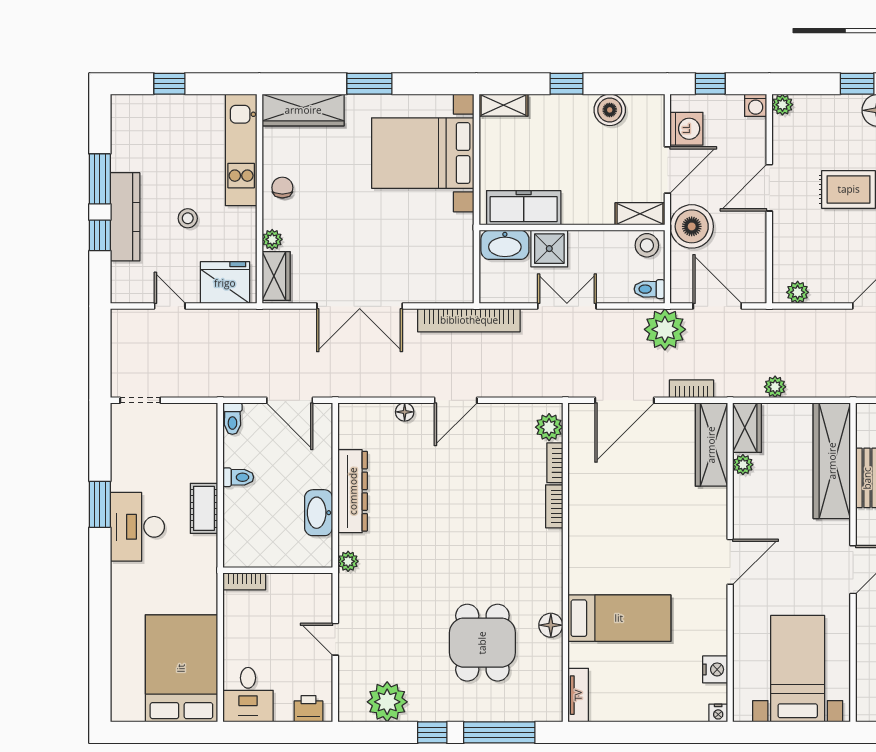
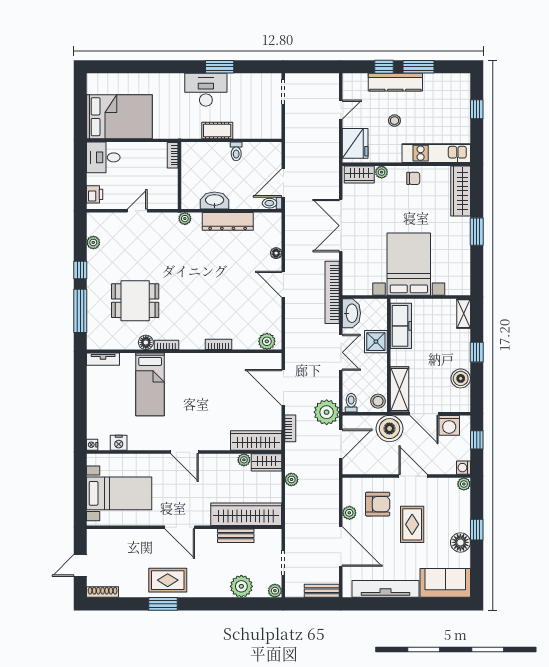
bed with nightstands: (423, 153) -> (409, 264), moved
shelving: (640, 214) -> (399, 389), width x1.50, depth x1.33
washbasin: (505, 245) -> (351, 313), moved, turned 180
armchair: (815, 246) -> (378, 504), added
plant: (798, 292) -> (349, 513), moved
toilet: (232, 419) -> (272, 203), moved
bookcase: (555, 463) -> (167, 345), moved
plant: (387, 702) -> (93, 242), width x0.53, depth x0.53

